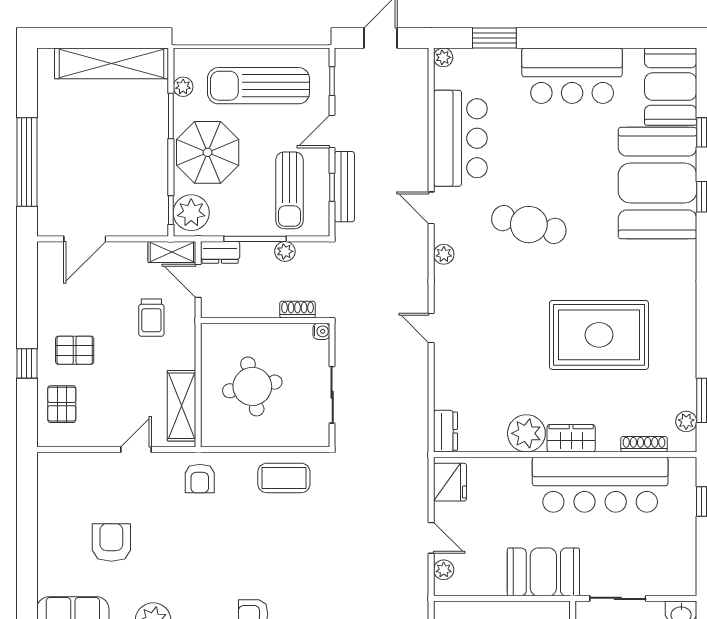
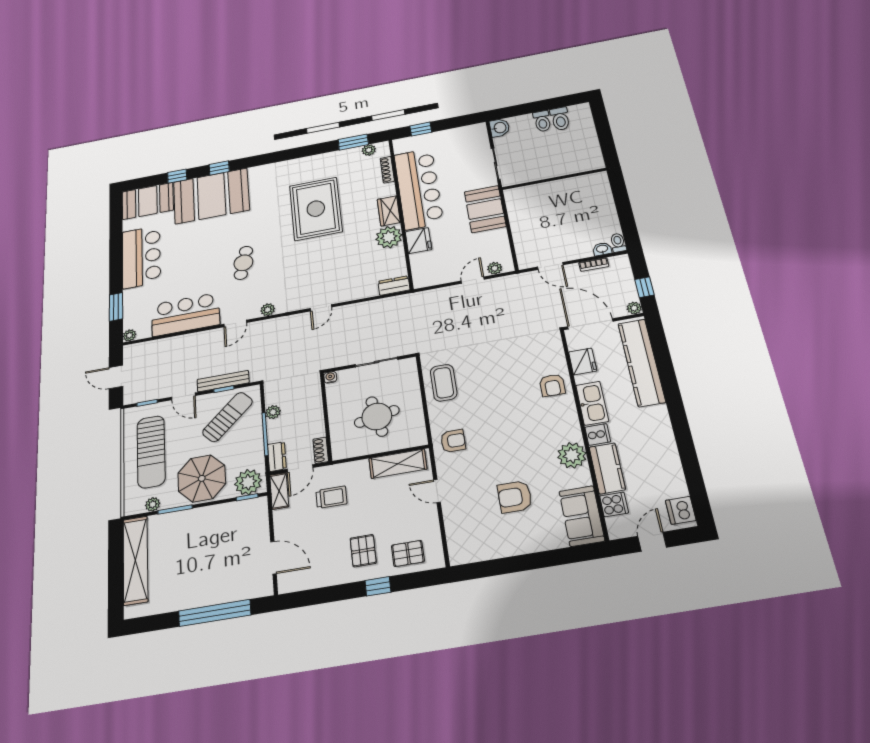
sun lounger: (289, 190) -> (228, 417), turned -43
cafe table: (529, 225) -> (243, 263), width x0.73, depth x0.74
shoe rack: (298, 310) -> (321, 450), moved
fridge: (450, 482) -> (418, 241), moved, turned 90

